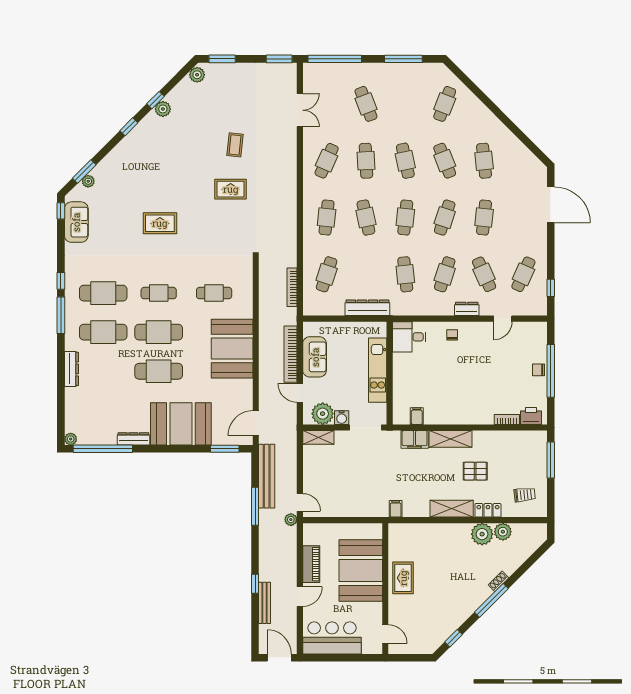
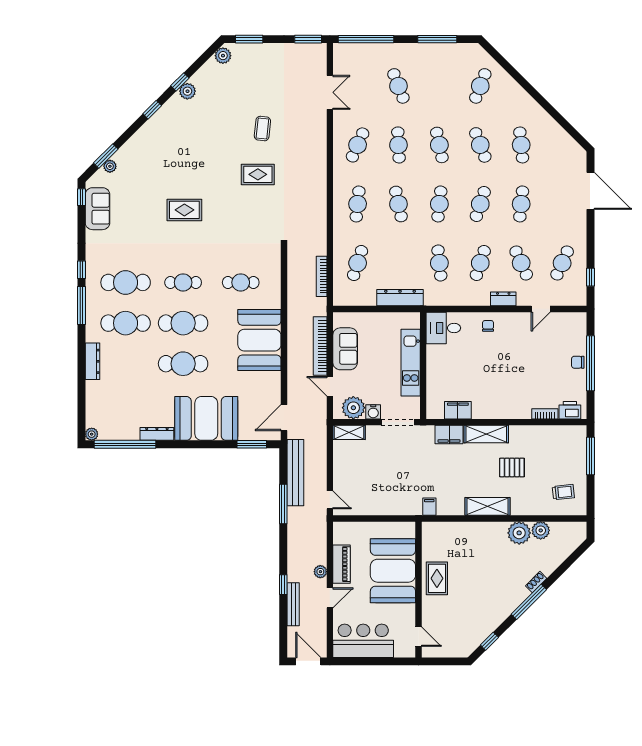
filing cabinet: (417, 416) -> (458, 410), width x2.00
locker: (488, 510) -> (525, 508), removed
plant: (291, 520) -> (320, 572), moved

